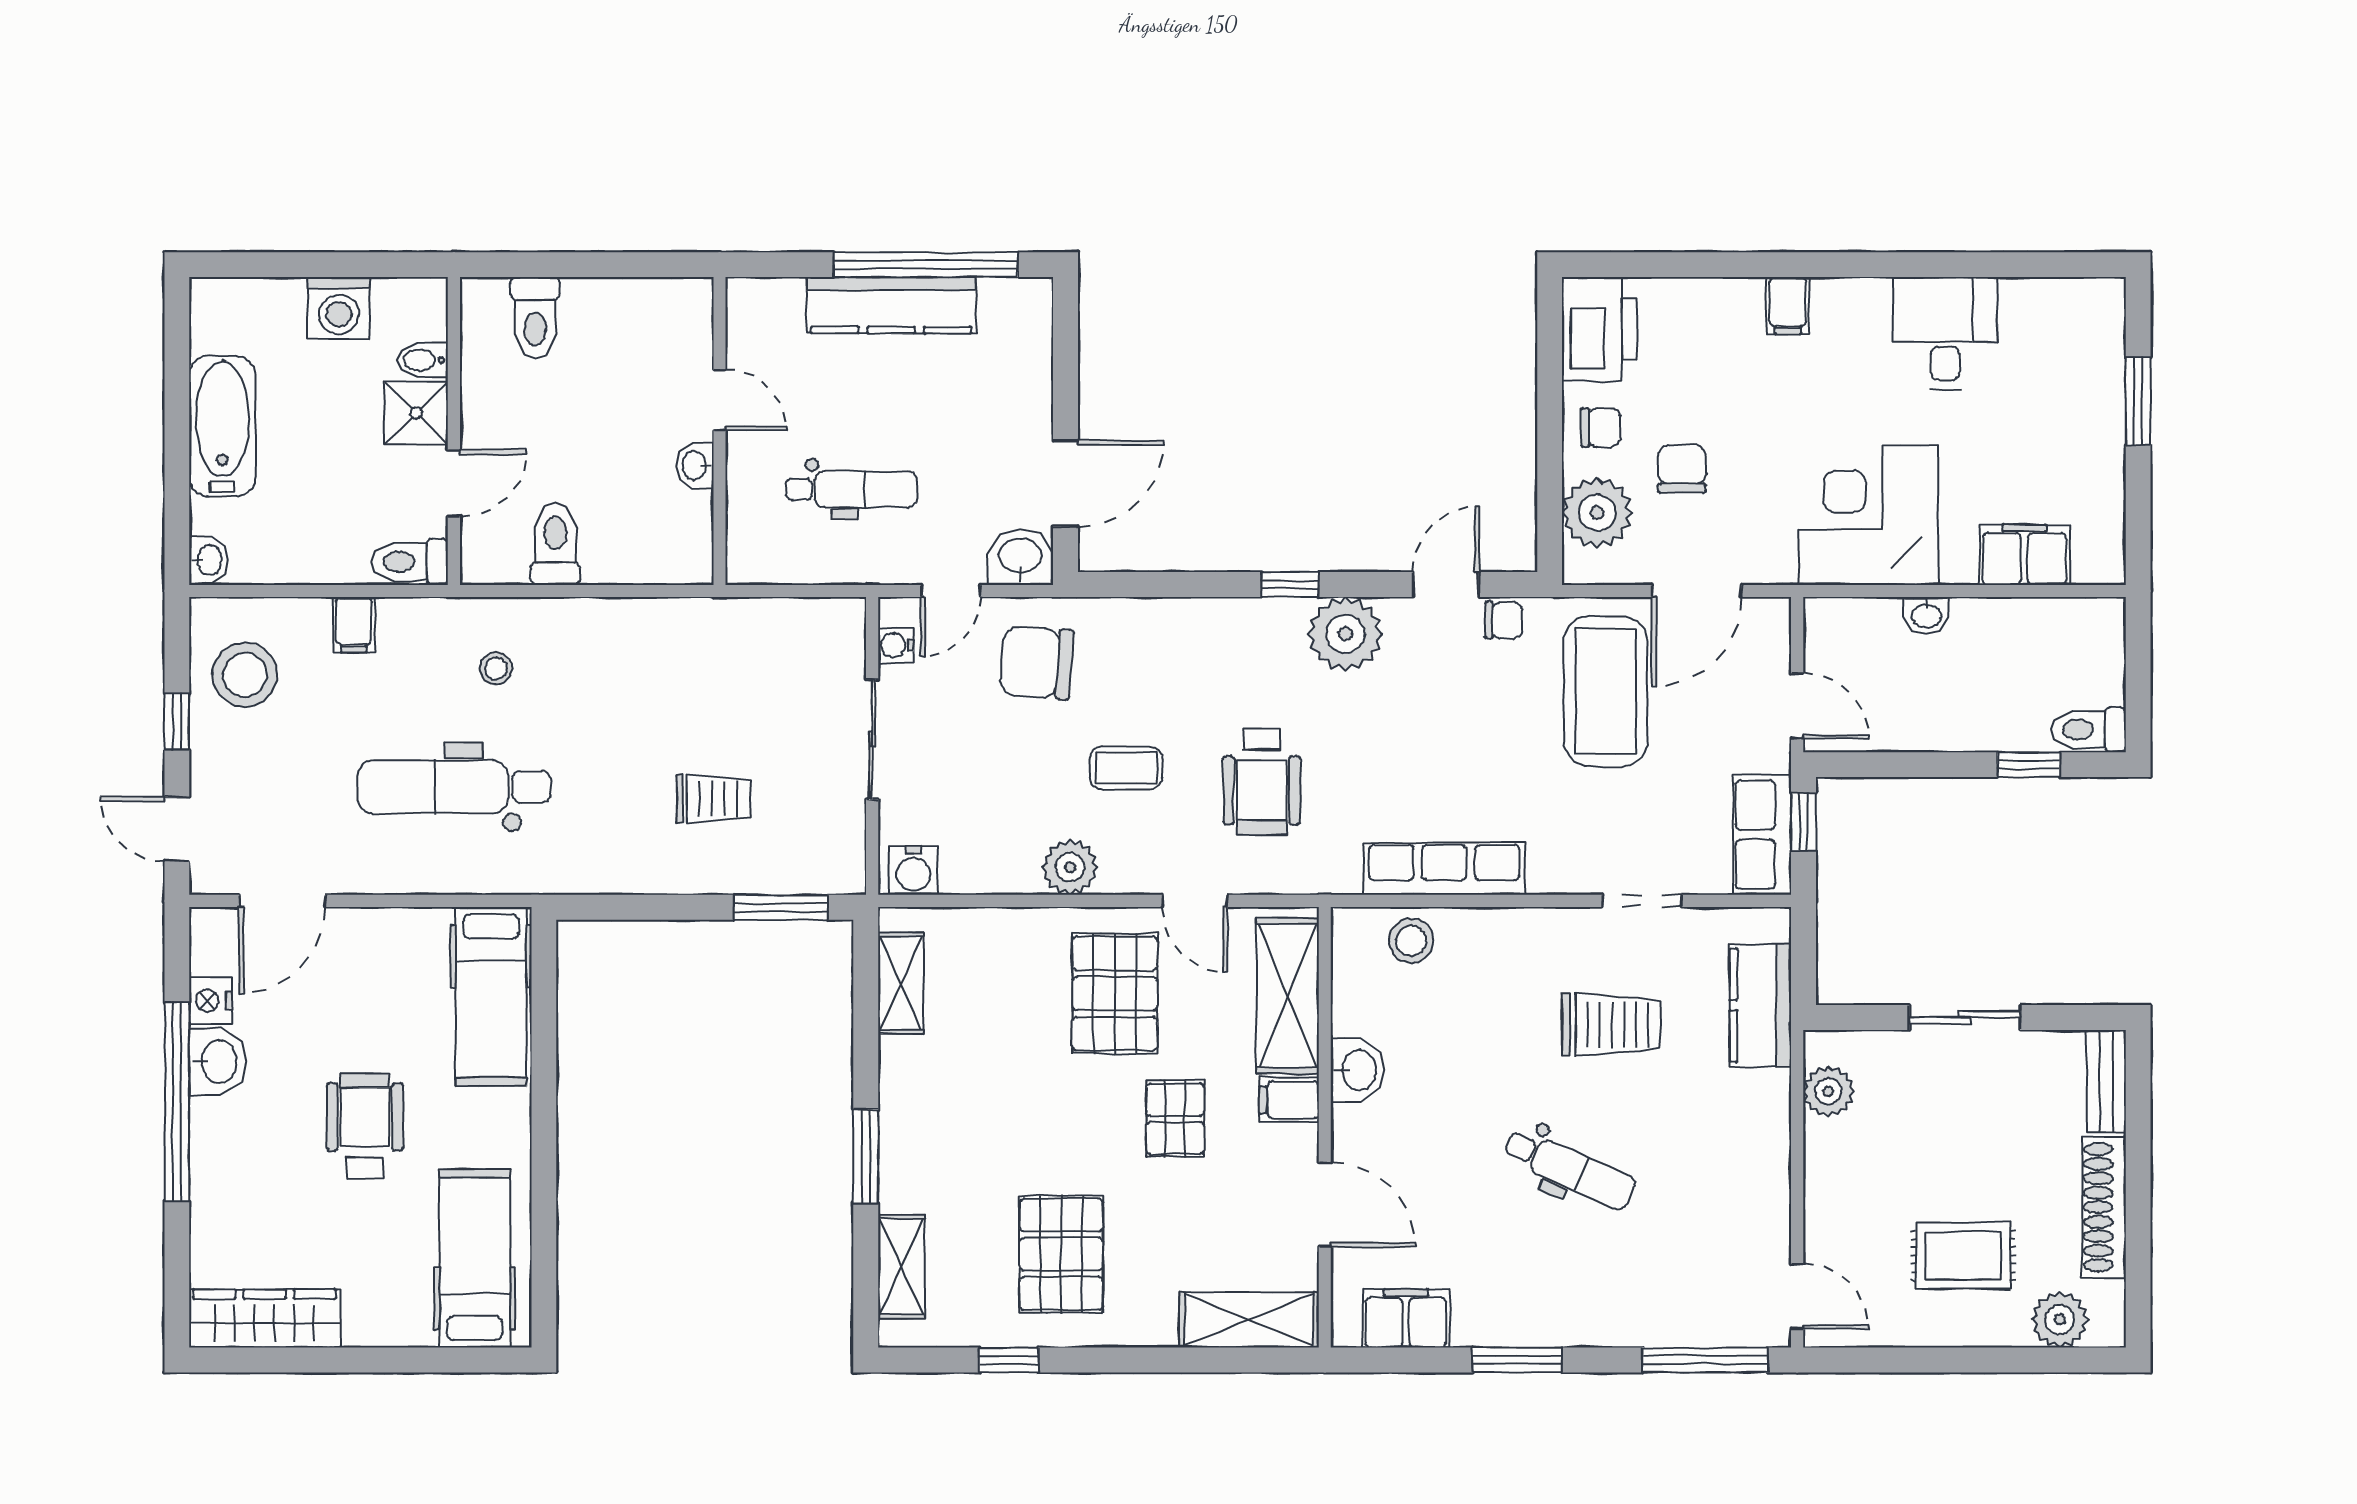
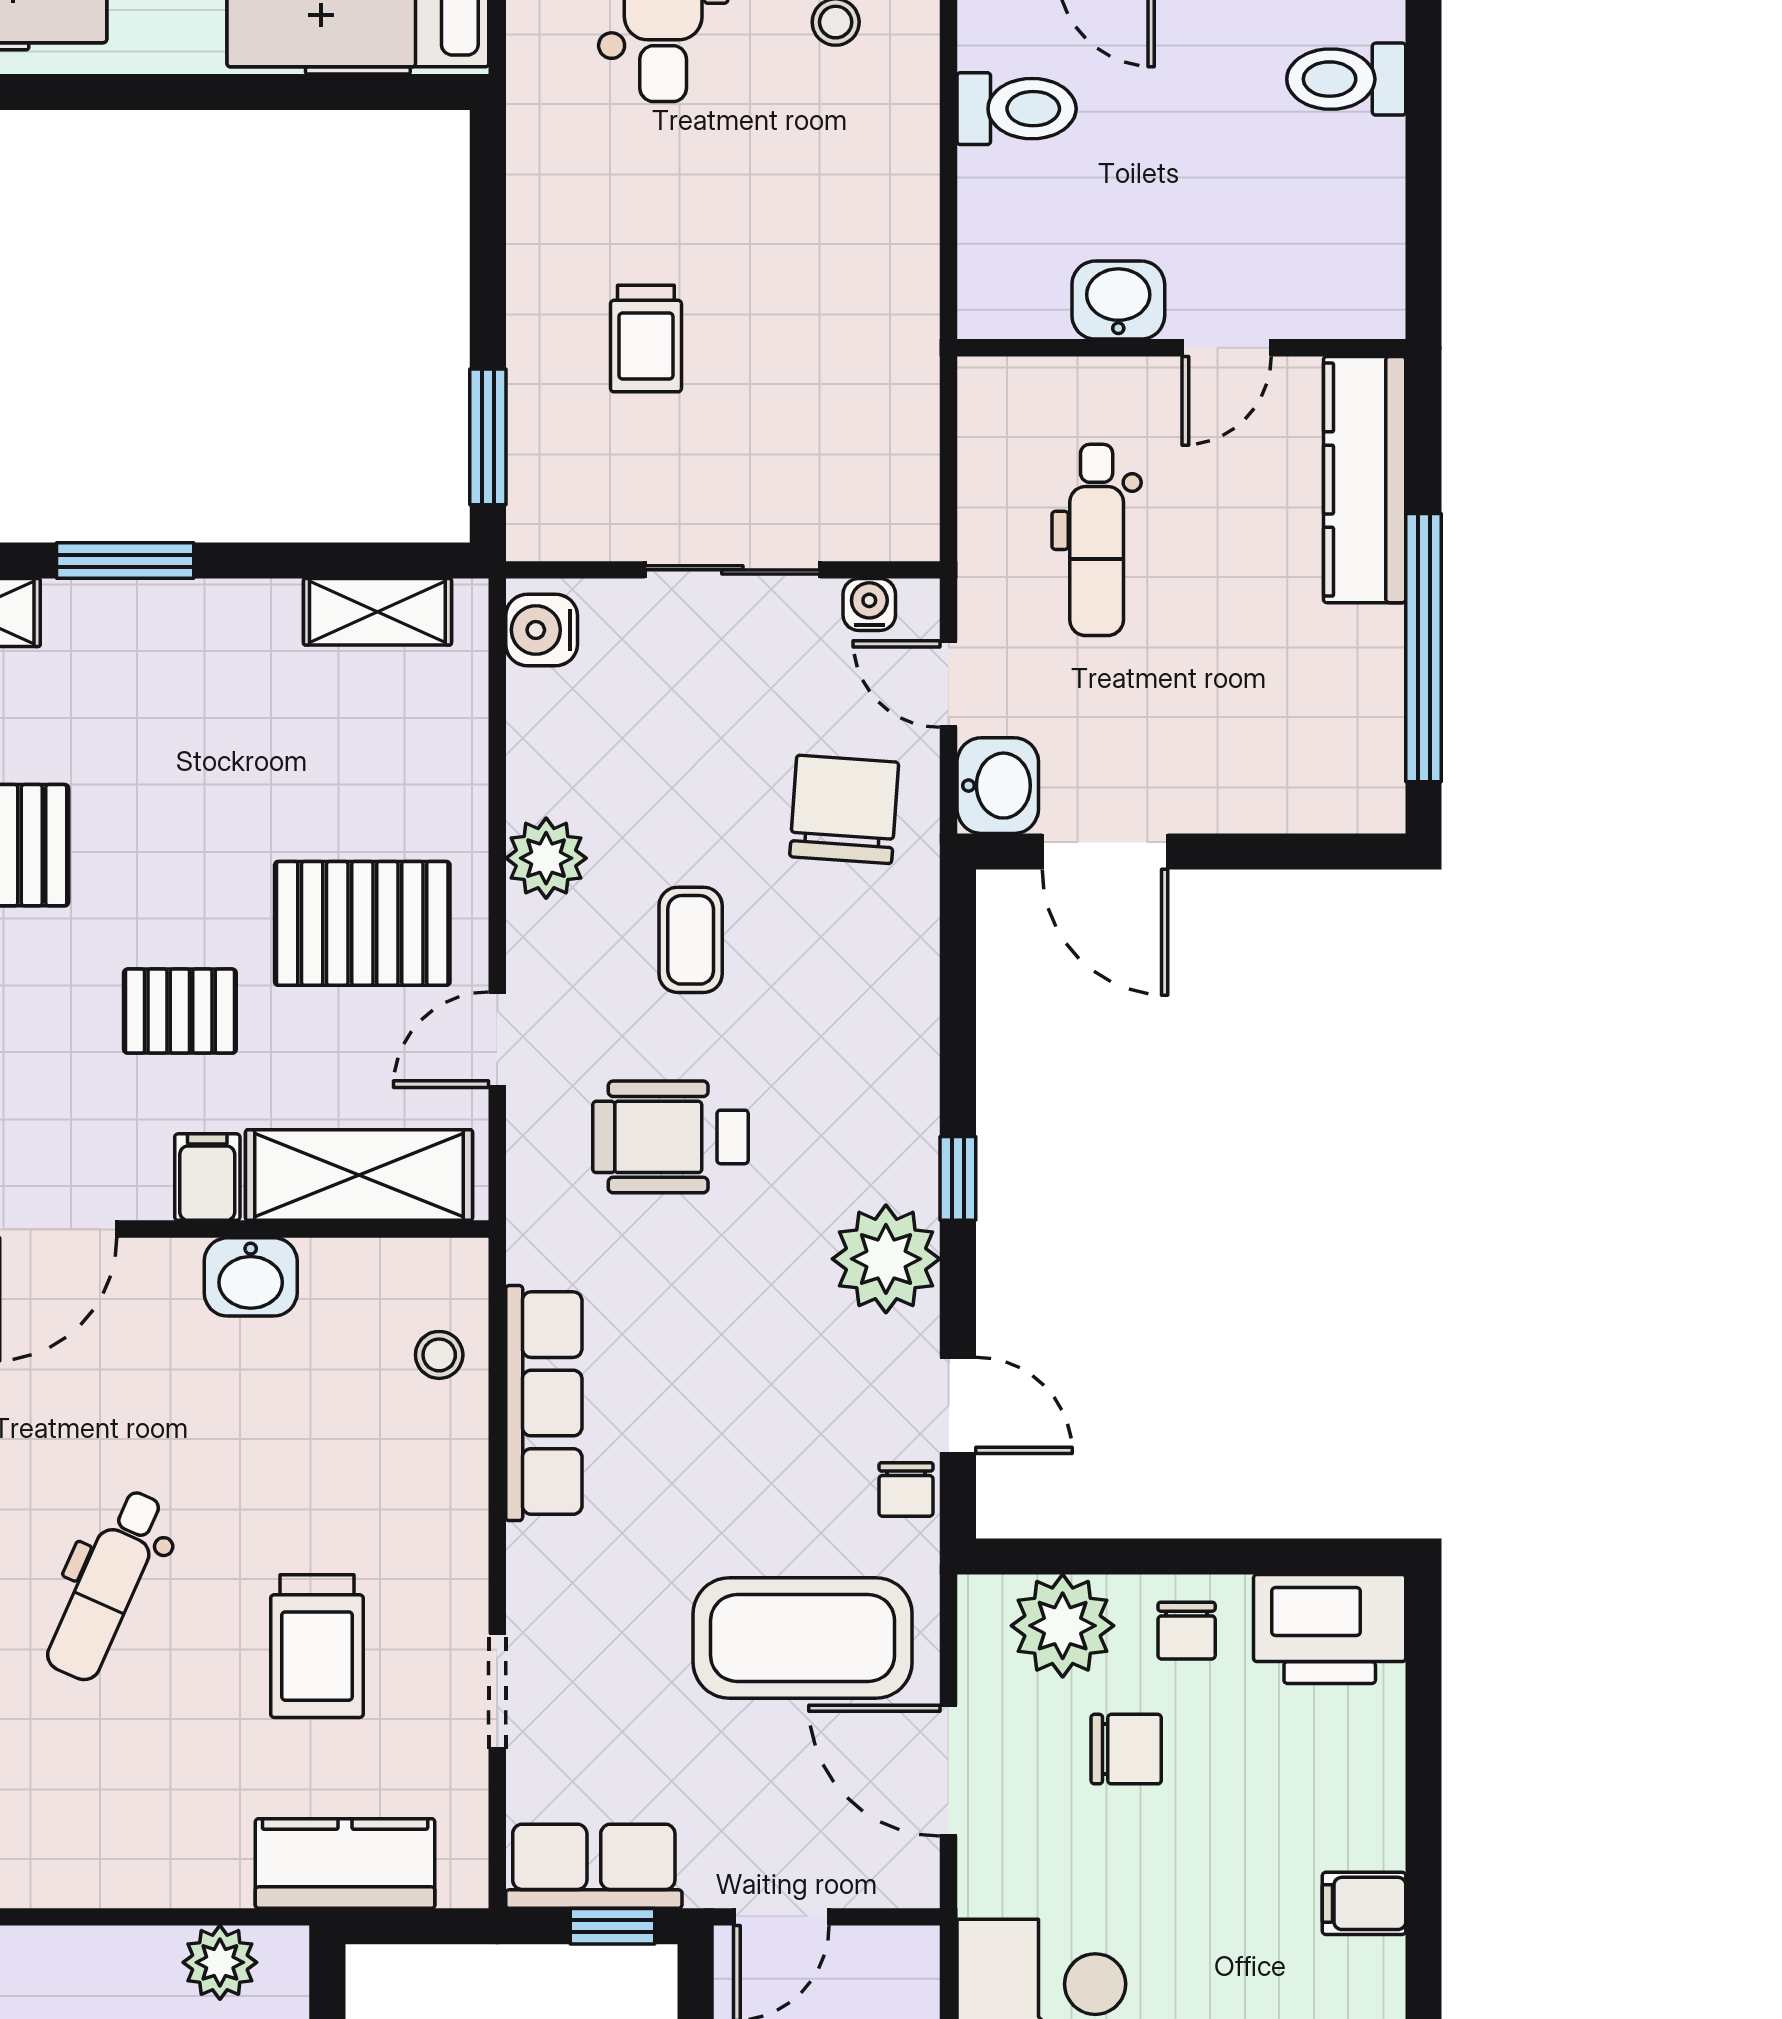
kitchen counter: (891, 305) -> (1365, 480), moved
washbasin: (695, 466) -> (1118, 300), width x1.38, depth x1.45
stool: (1411, 941) -> (439, 1355), width x0.73, depth x0.73

